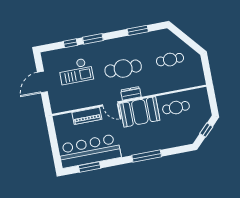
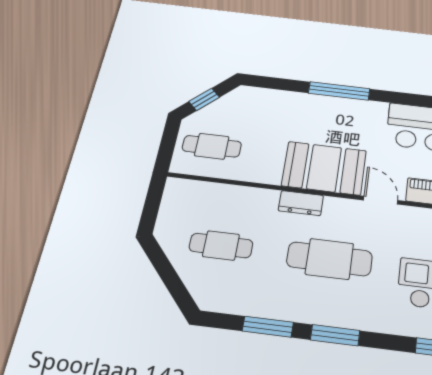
window: (93, 39) -> (335, 335), moved
dresser: (131, 93) -> (301, 203), moved
cafe table: (176, 108) -> (212, 146), moved

